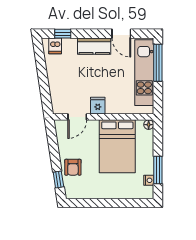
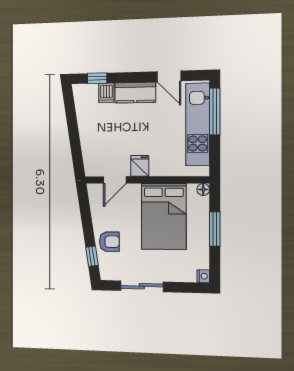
dishwasher: (55, 46) -> (106, 93), moved
armchair: (73, 167) -> (109, 242), turned -90
window: (158, 170) -> (215, 229), moved
nightstand: (149, 180) -> (203, 276), moved
sliding door: (99, 203) -> (142, 286), added

